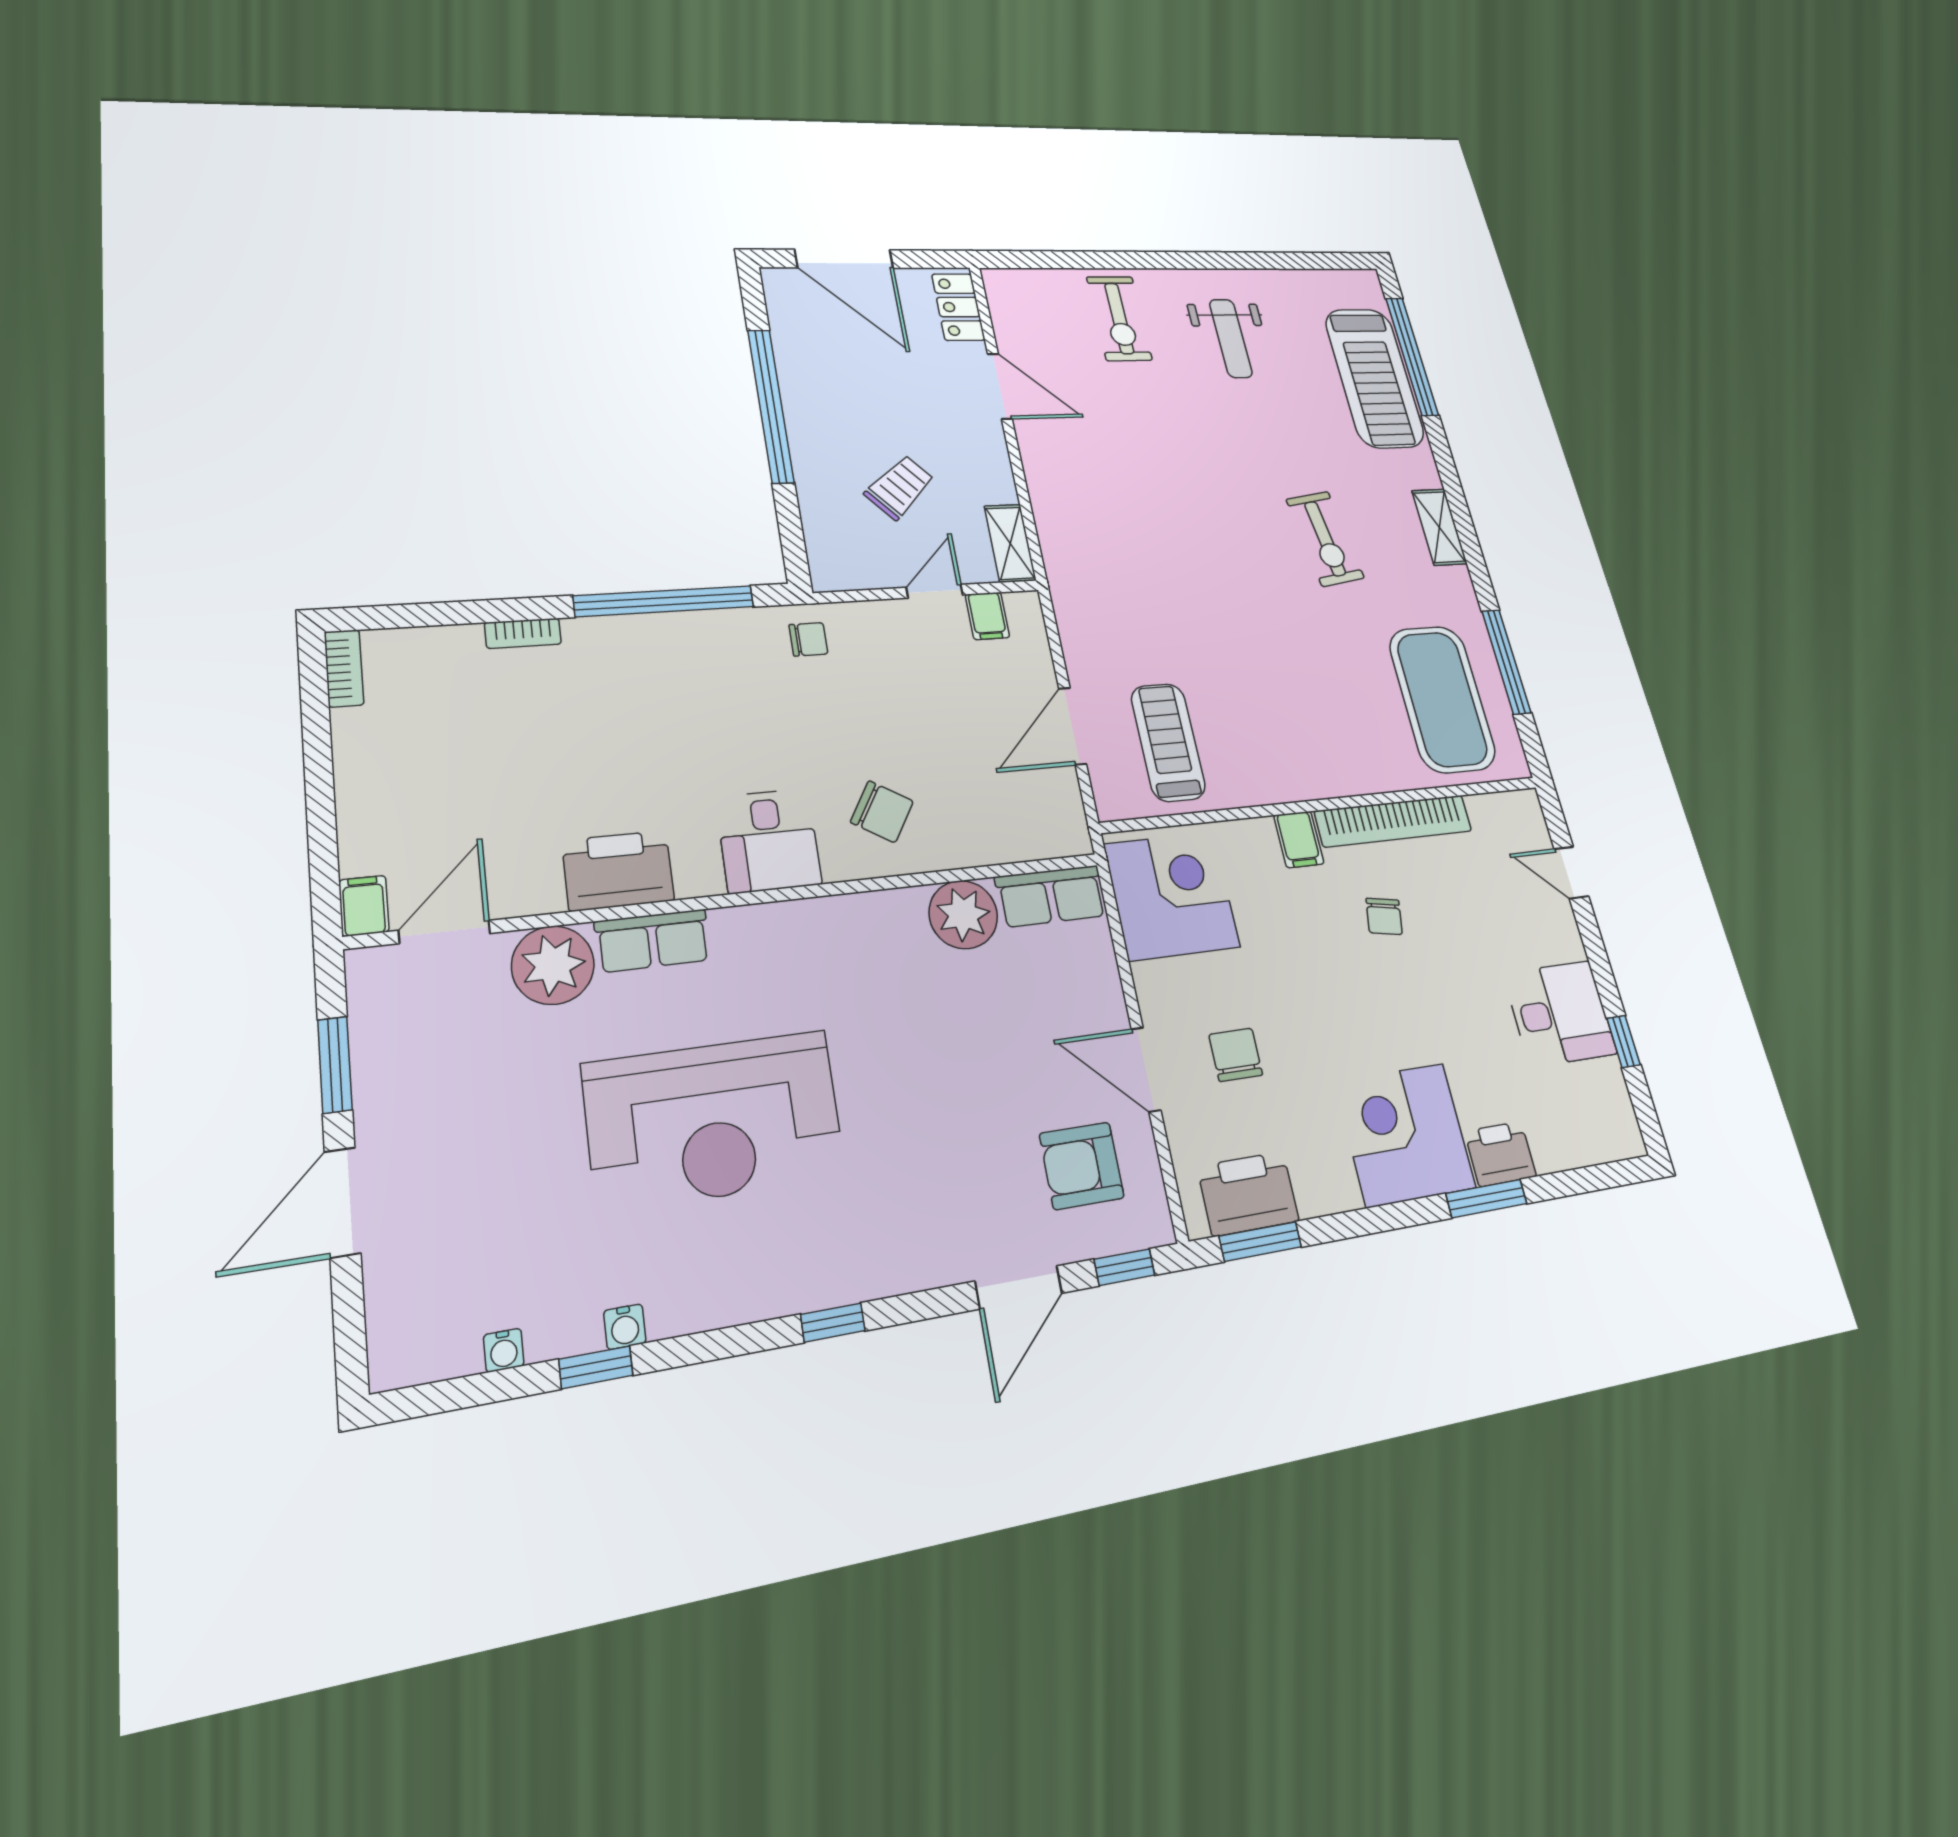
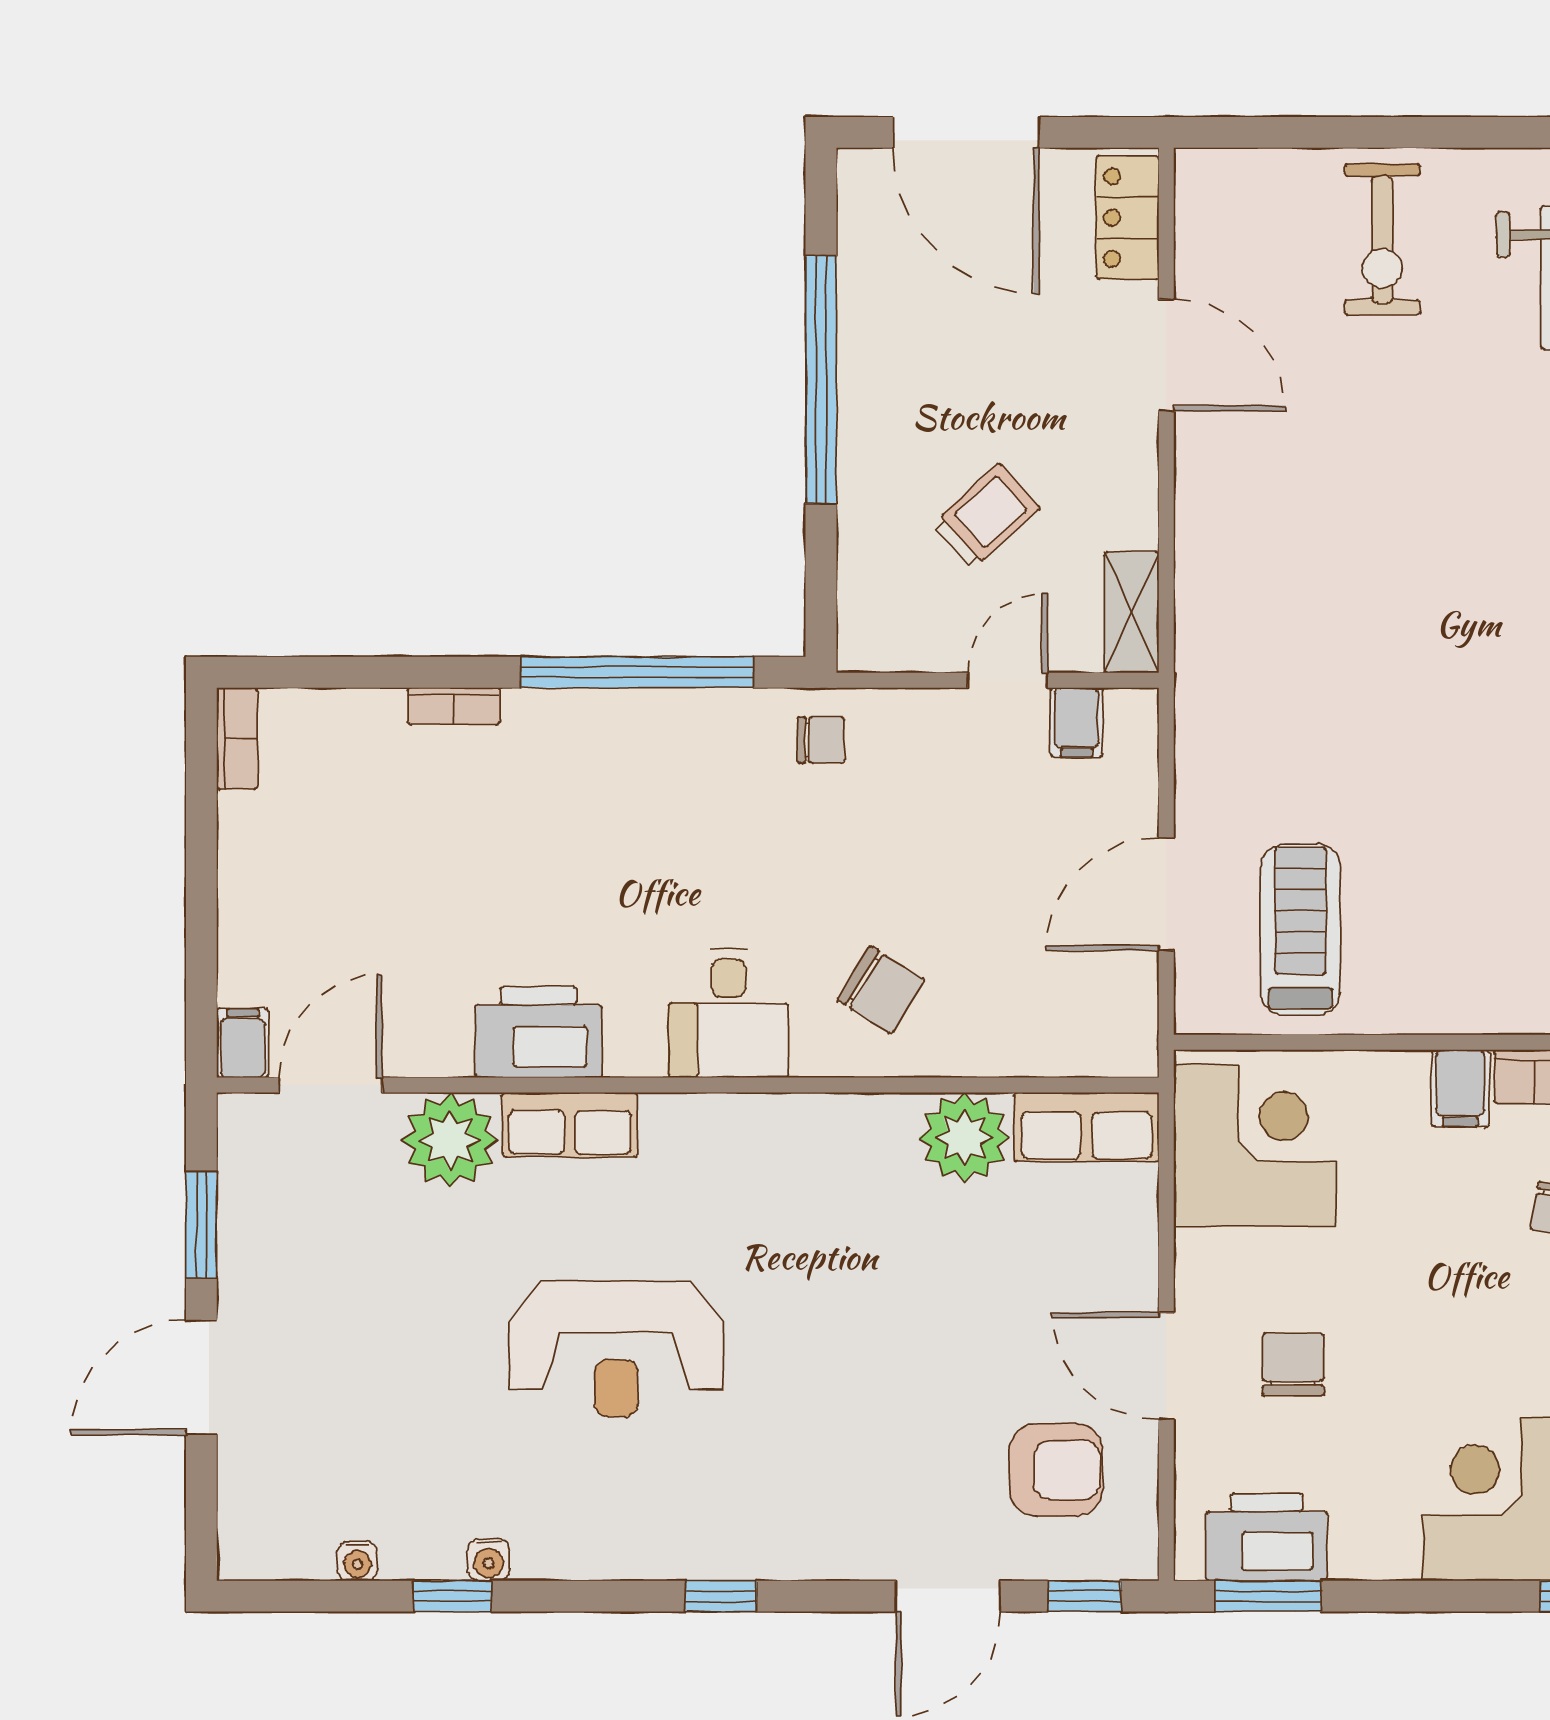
reception desk: (714, 1120) -> (616, 1349), width x0.74, depth x0.77
armchair: (1082, 1166) -> (1056, 1470), turned 180

